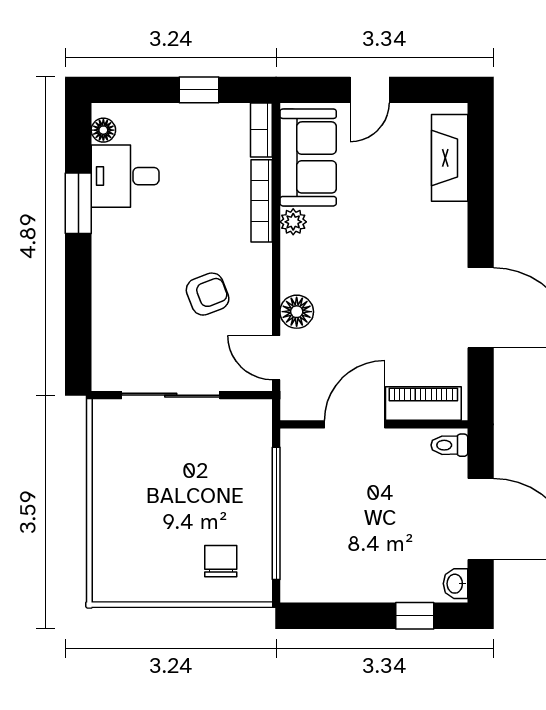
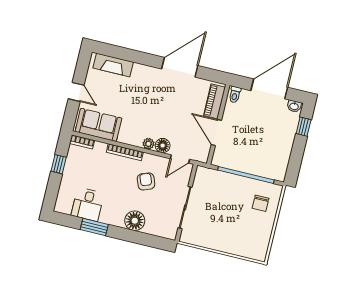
floor lamp: (103, 130) -> (135, 221), moved, width x1.89, depth x1.89
bookcase: (262, 201) -> (125, 152), moved
plant: (293, 222) -> (149, 144), moved
chair: (221, 561) -> (260, 203), turned -90

